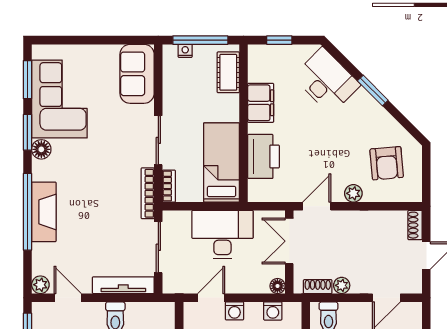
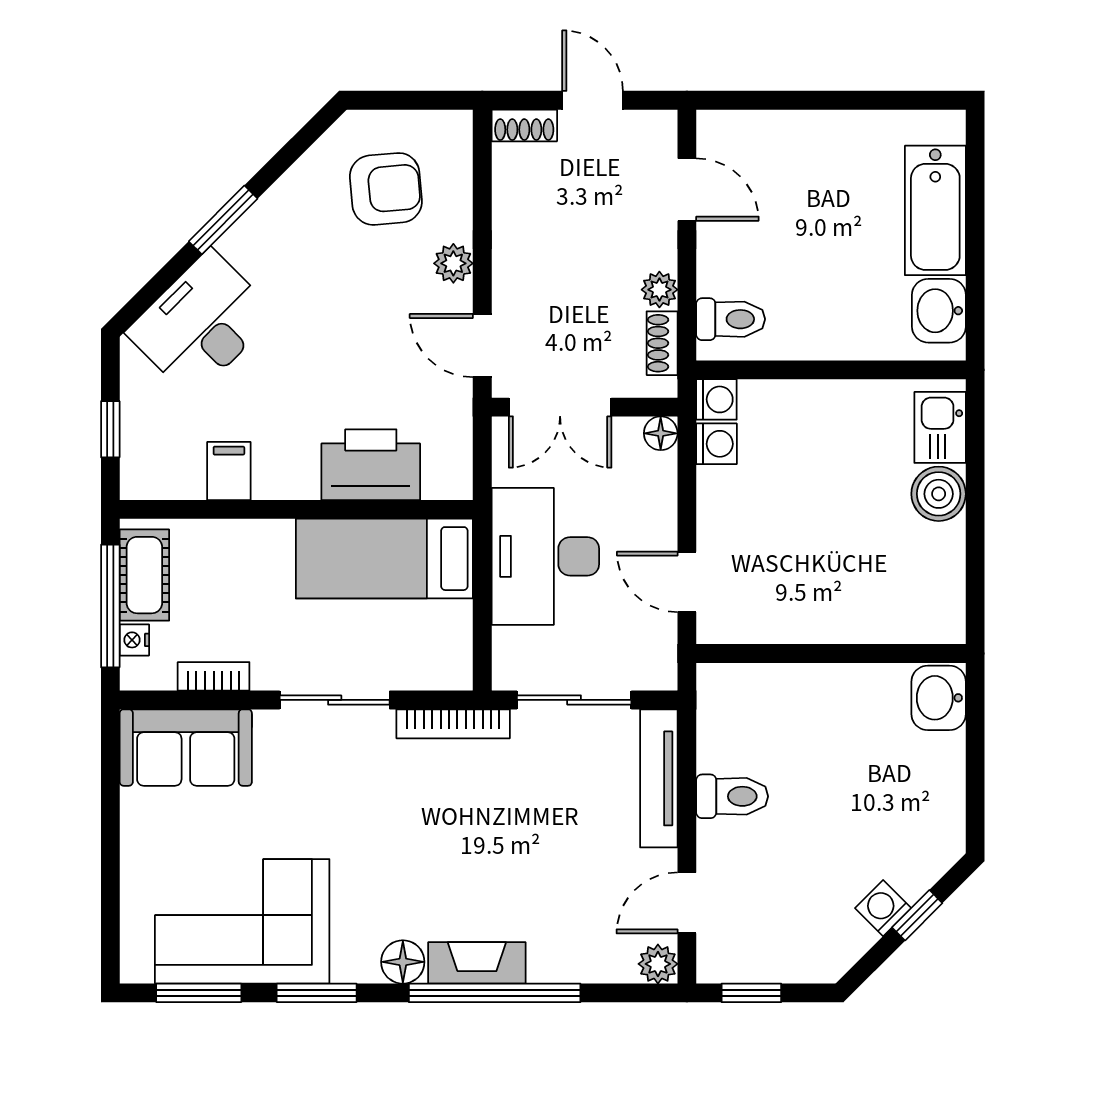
cot: (228, 72) -> (144, 575), moved, turned 90
filing cabinet: (261, 103) -> (229, 471), width x0.50
floor lamp: (41, 149) -> (403, 962), moved
bookcase: (169, 186) -> (214, 676), moved
fireplace: (44, 212) -> (477, 963), width x0.73, depth x0.76
washing machine: (234, 311) -> (716, 399), moved

